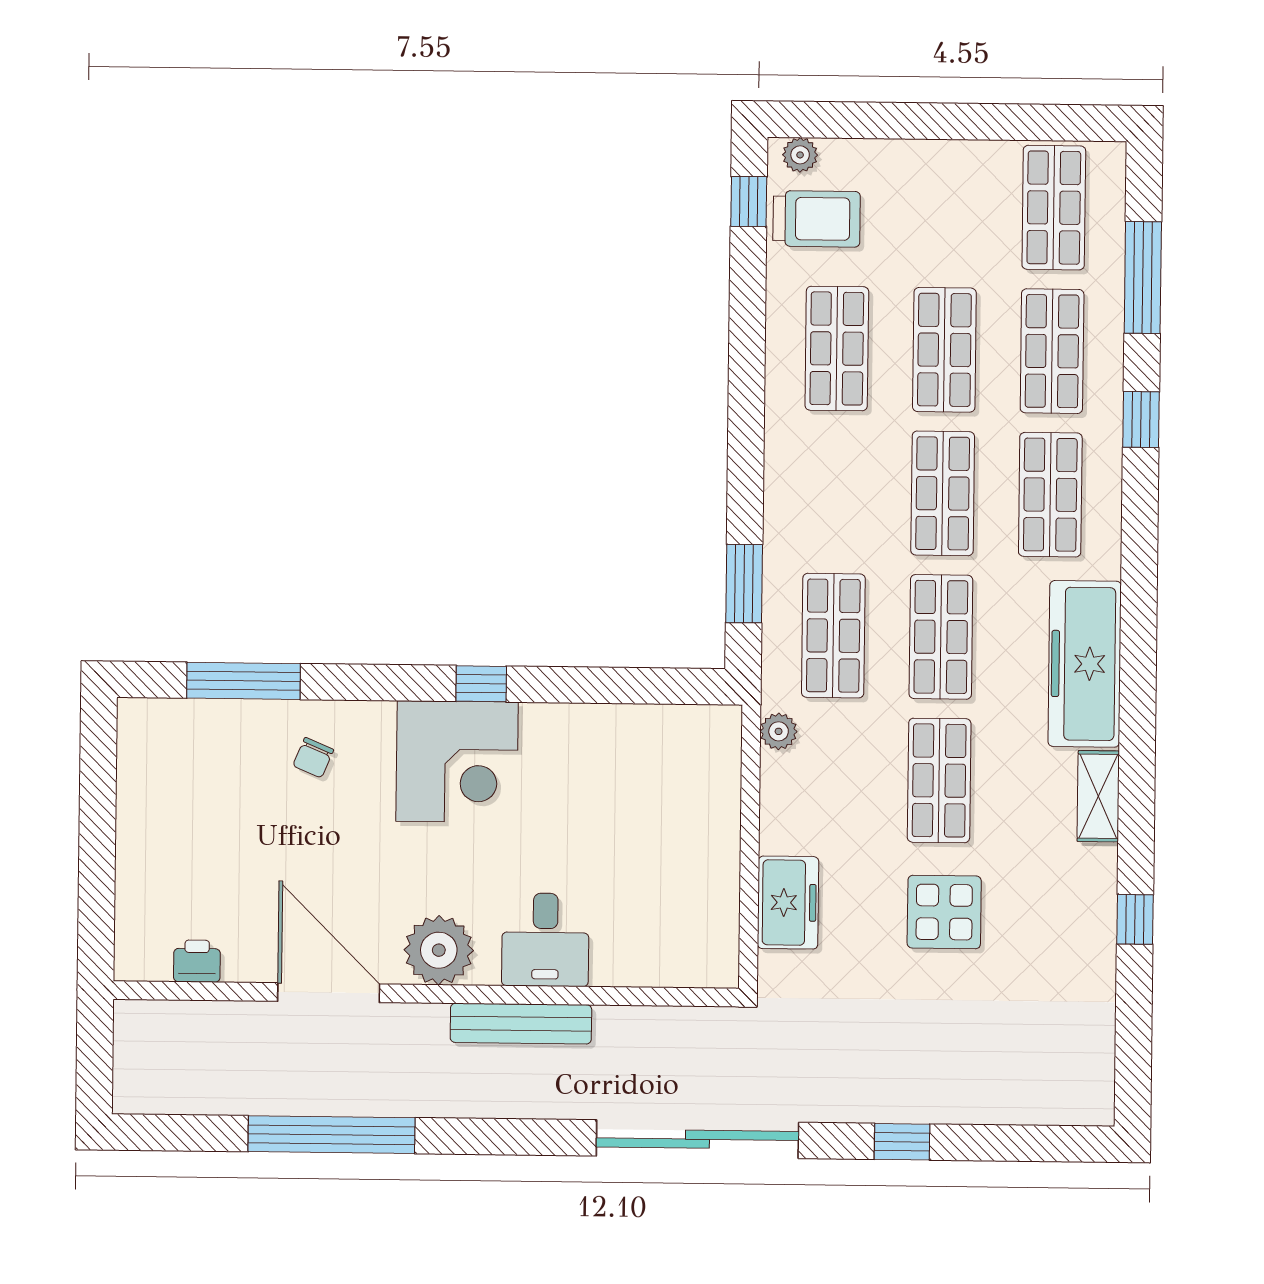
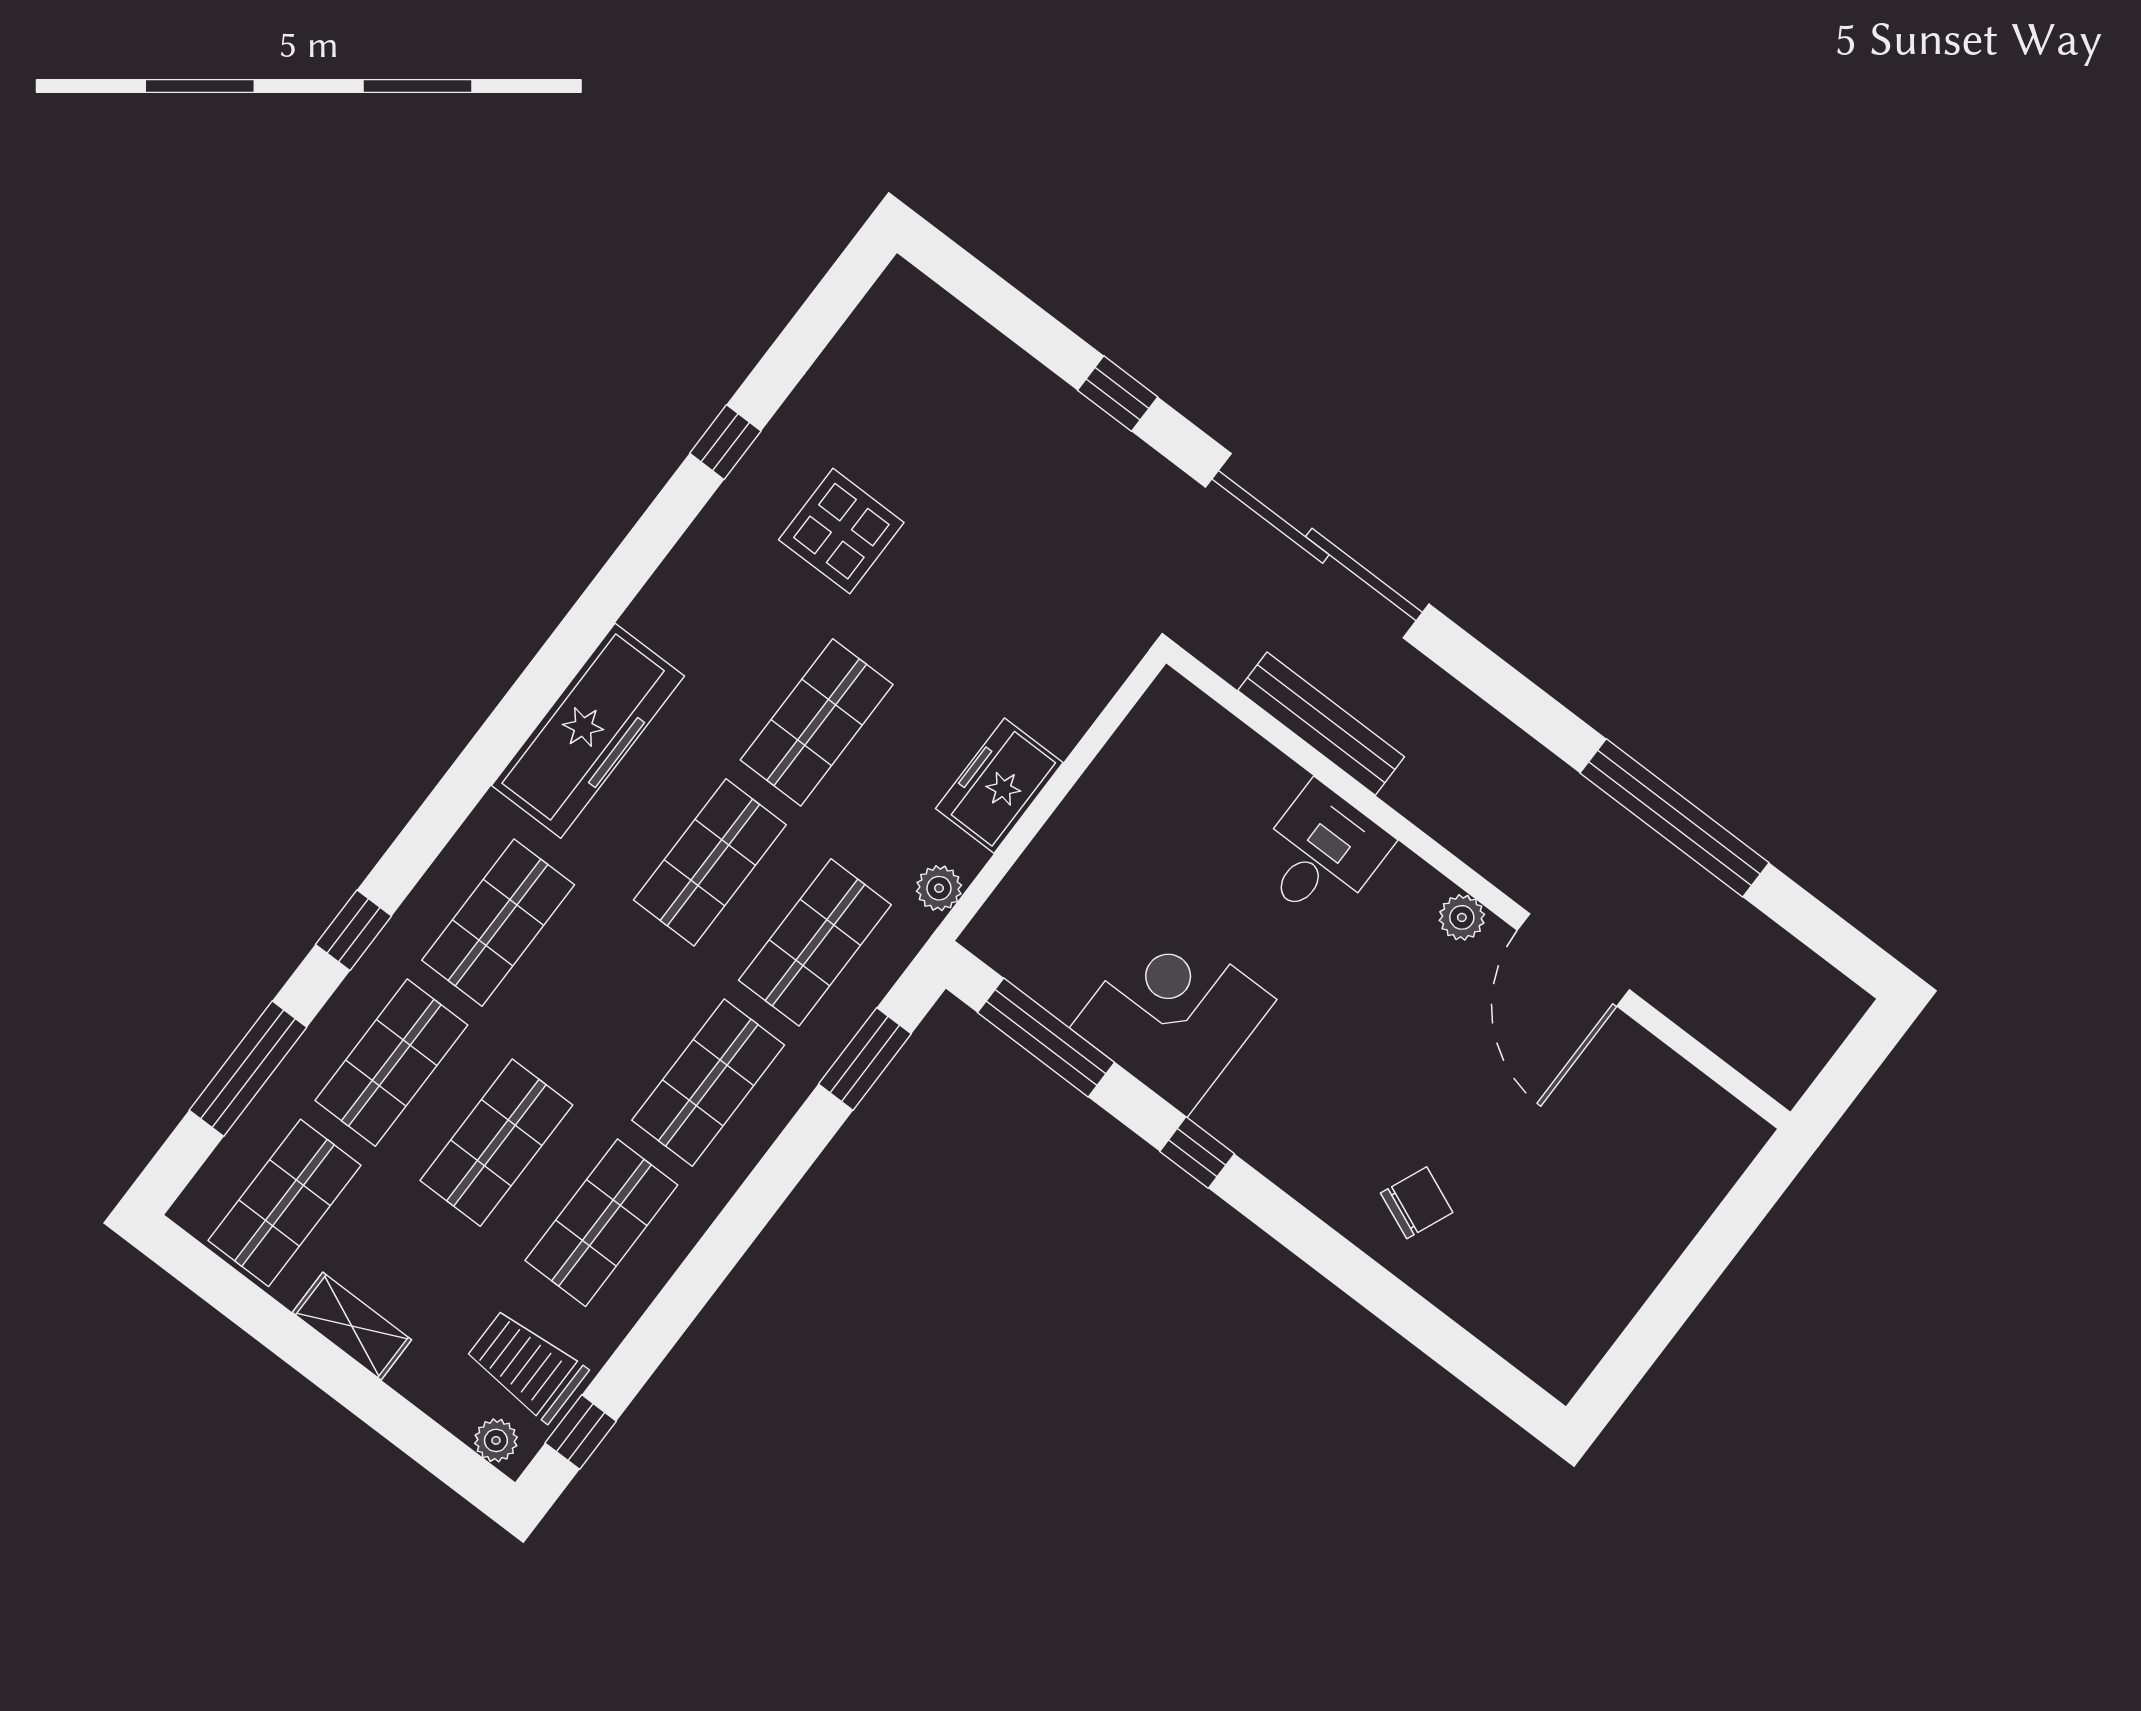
shop shelf: (943, 493) -> (708, 1083), moved
window: (244, 681) -> (1046, 1038), moved
chair: (313, 758) -> (1417, 1203), width x1.37, depth x1.37
corner desk: (457, 762) -> (1173, 1014), moved
shelving: (1098, 796) -> (352, 1326), moved, turned 90
freezer: (788, 903) -> (999, 786), moved
display table: (944, 912) -> (841, 531), moved
plant: (439, 950) -> (1462, 917), width x0.53, depth x0.53
printer: (197, 961) -> (1680, 1087), removed
bench: (521, 1024) -> (1321, 724), moved

